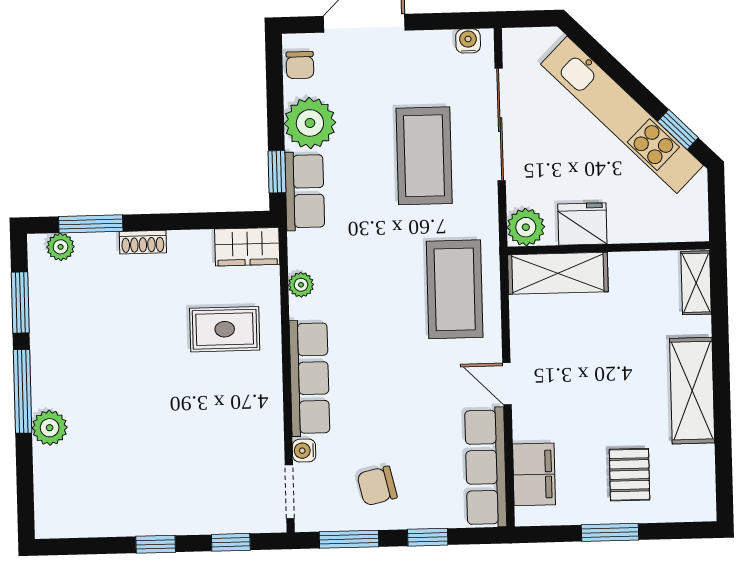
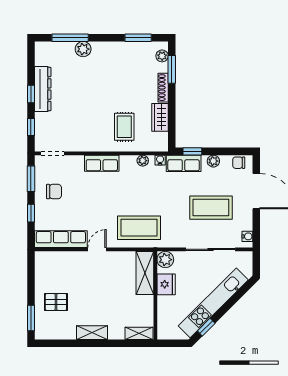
plant: (310, 123) -> (213, 161), width x0.53, depth x0.53
coffee table: (424, 156) -> (211, 208), moved
shoe rack: (143, 242) -> (163, 88), width x1.43
wardrobe: (247, 247) -> (160, 117), moved
row of seats: (309, 378) -> (102, 163), width x0.68
window: (23, 391) -> (70, 38), moved
shelving: (692, 391) -> (92, 333), width x0.67, depth x0.75
water cooler: (304, 451) -> (160, 160), moved
filing cabinet: (534, 474) -> (57, 260), removed
chair: (377, 486) -> (54, 192), turned 103
dresser: (143, 518) -> (43, 89), added
window: (610, 532) -> (31, 318), moved

